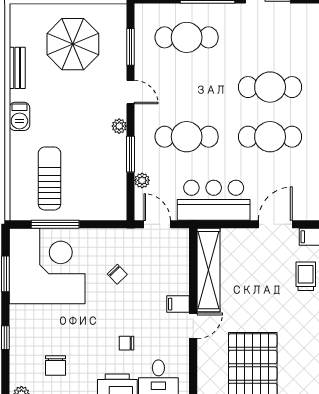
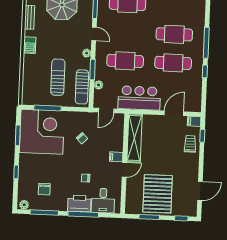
sun lounger: (49, 179) -> (58, 77), moved
sun lounger: (113, 185) -> (82, 87), added
door: (157, 224) -> (106, 110), swing flipped

